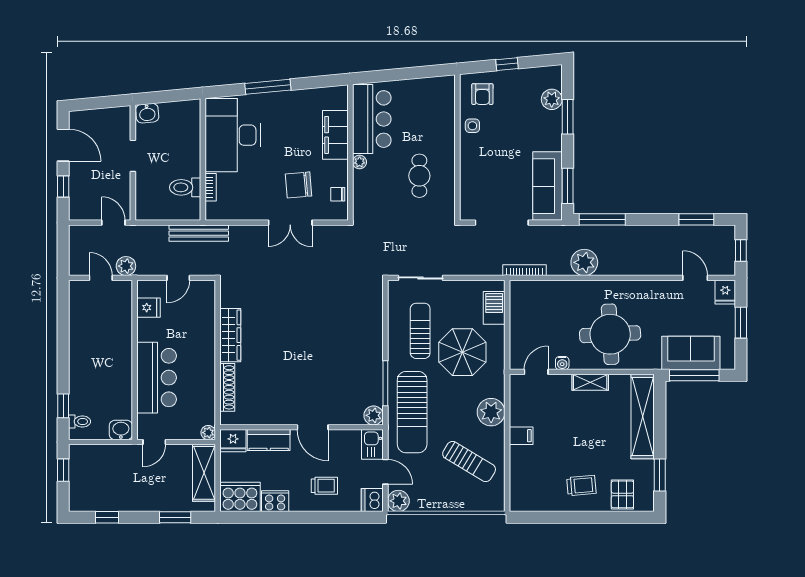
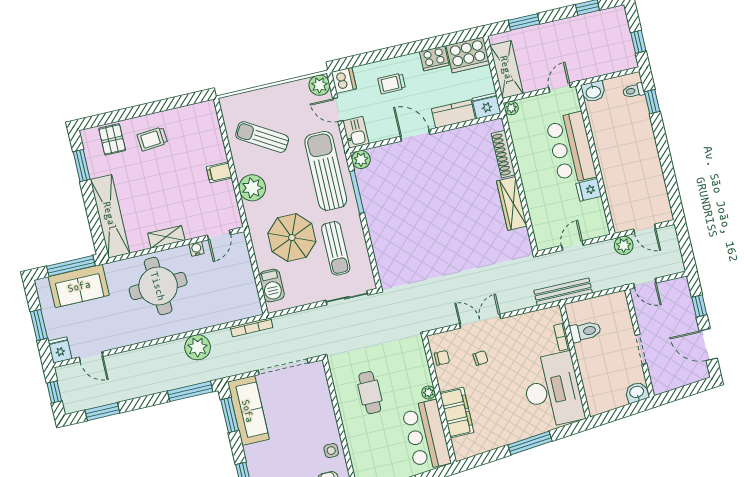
chair: (298, 185) -> (480, 358), width x0.54, depth x0.54
fridge: (149, 308) -> (589, 190), moved

